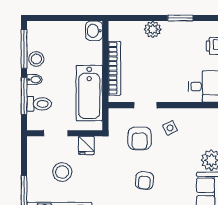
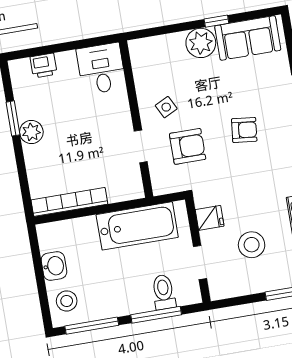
plant: (153, 29) -> (31, 132), moved
washbasin: (94, 31) -> (54, 266), moved, turned -90
stool: (36, 59) -> (67, 301), moved
bookcase: (114, 68) -> (69, 202), moved
bidet: (35, 80) -> (131, 304), removed

